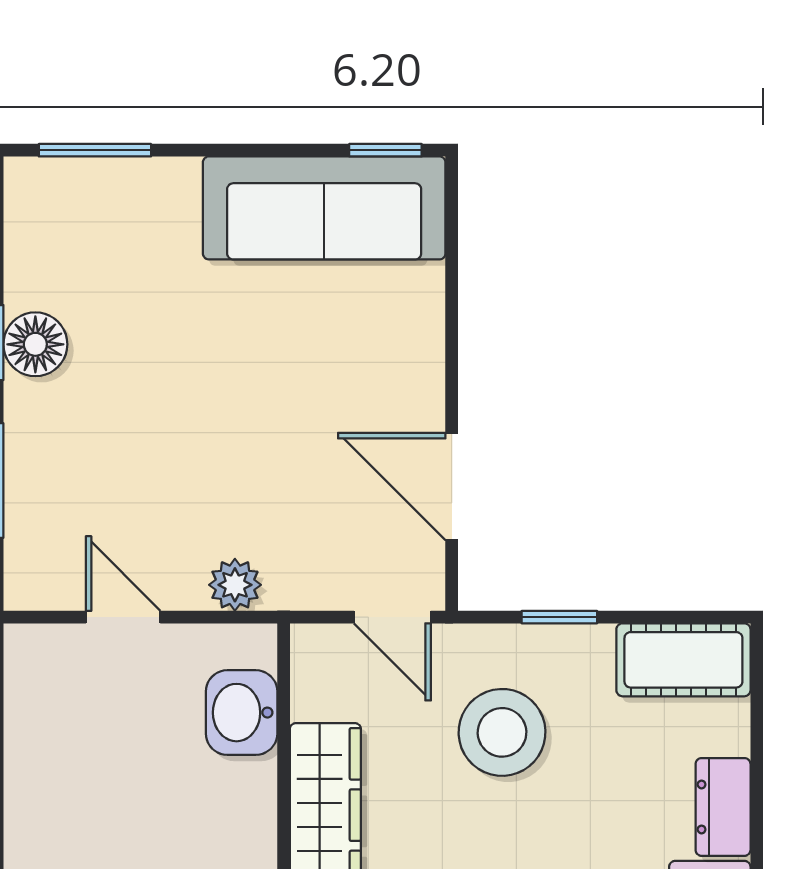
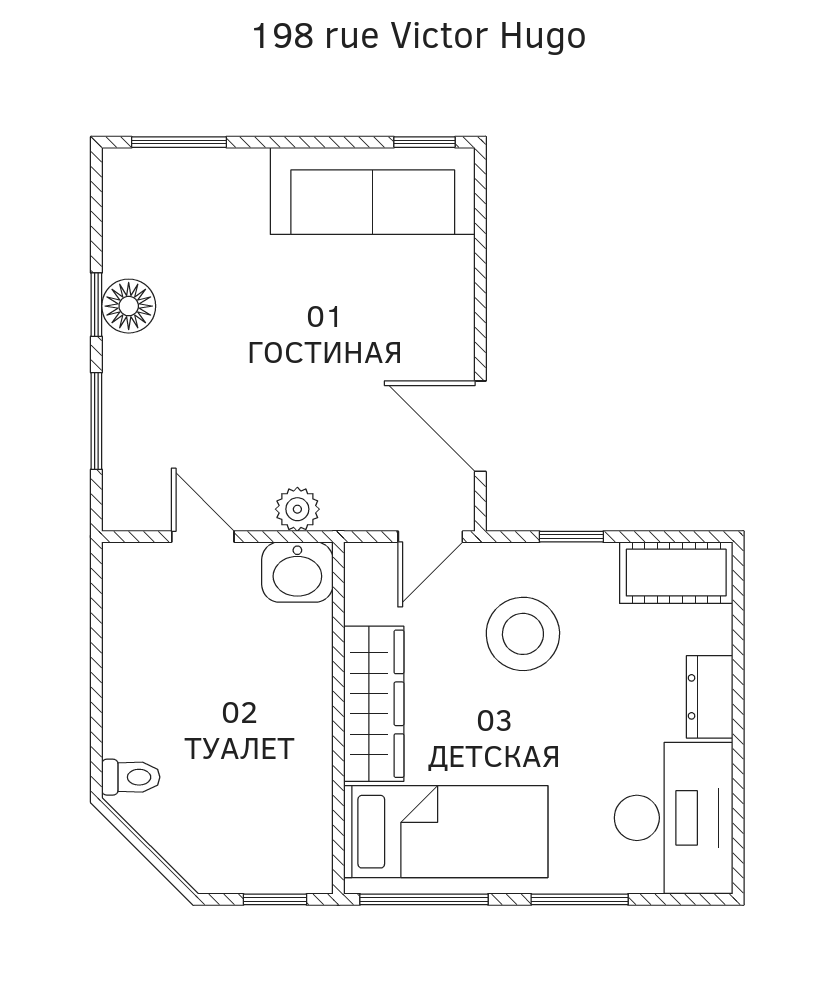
door: (392, 617) -> (430, 537), hinge flipped
washbasin: (242, 713) -> (297, 572), moved, turned -90

